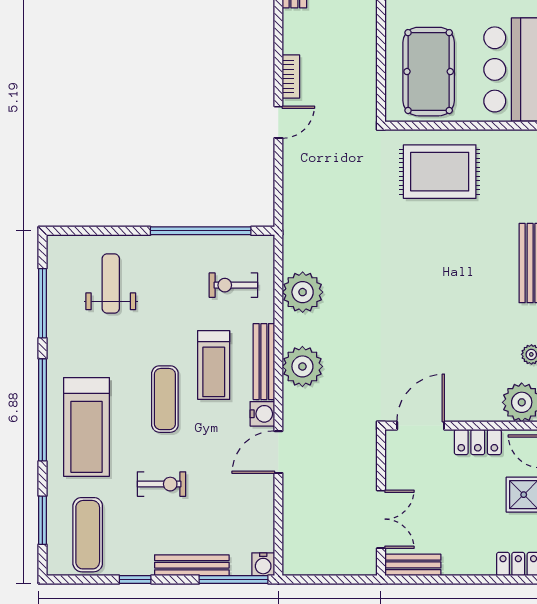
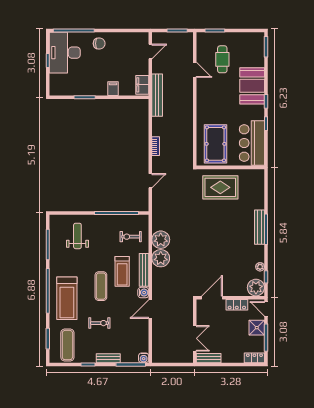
door: (278, 122) -> (150, 181), moved
plant: (302, 366) -> (161, 258), moved
bench: (192, 565) -> (108, 358), width x0.73

